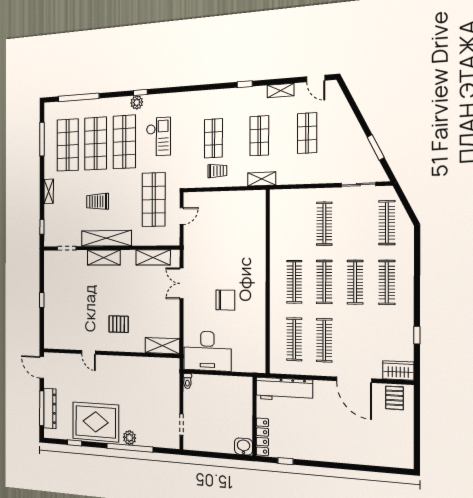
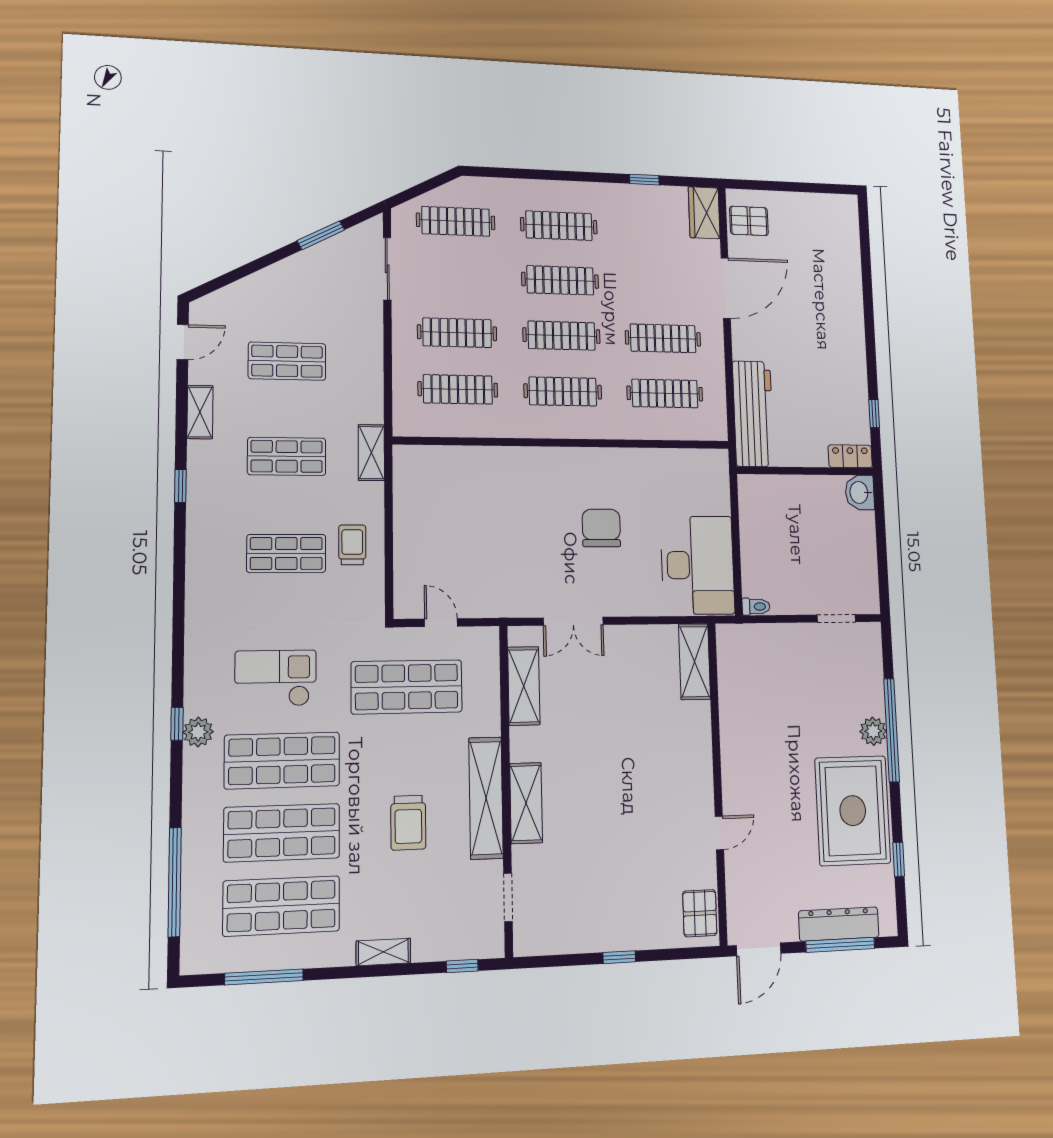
clothes rail: (294, 224) -> (458, 389), added
pallet: (119, 324) -> (700, 913), moved
locker: (262, 437) -> (850, 456), width x0.66

